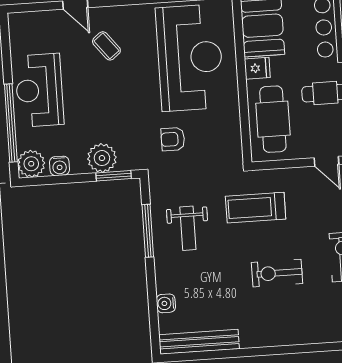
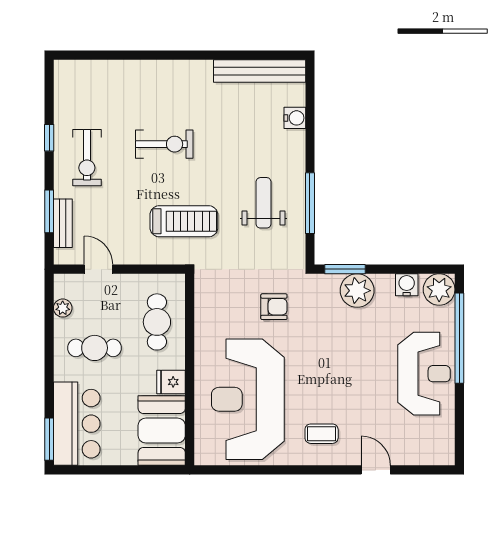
coffee table: (106, 46) -> (322, 434), moved, turned -52
cafe table: (273, 119) -> (157, 322), width x0.73, depth x0.74

